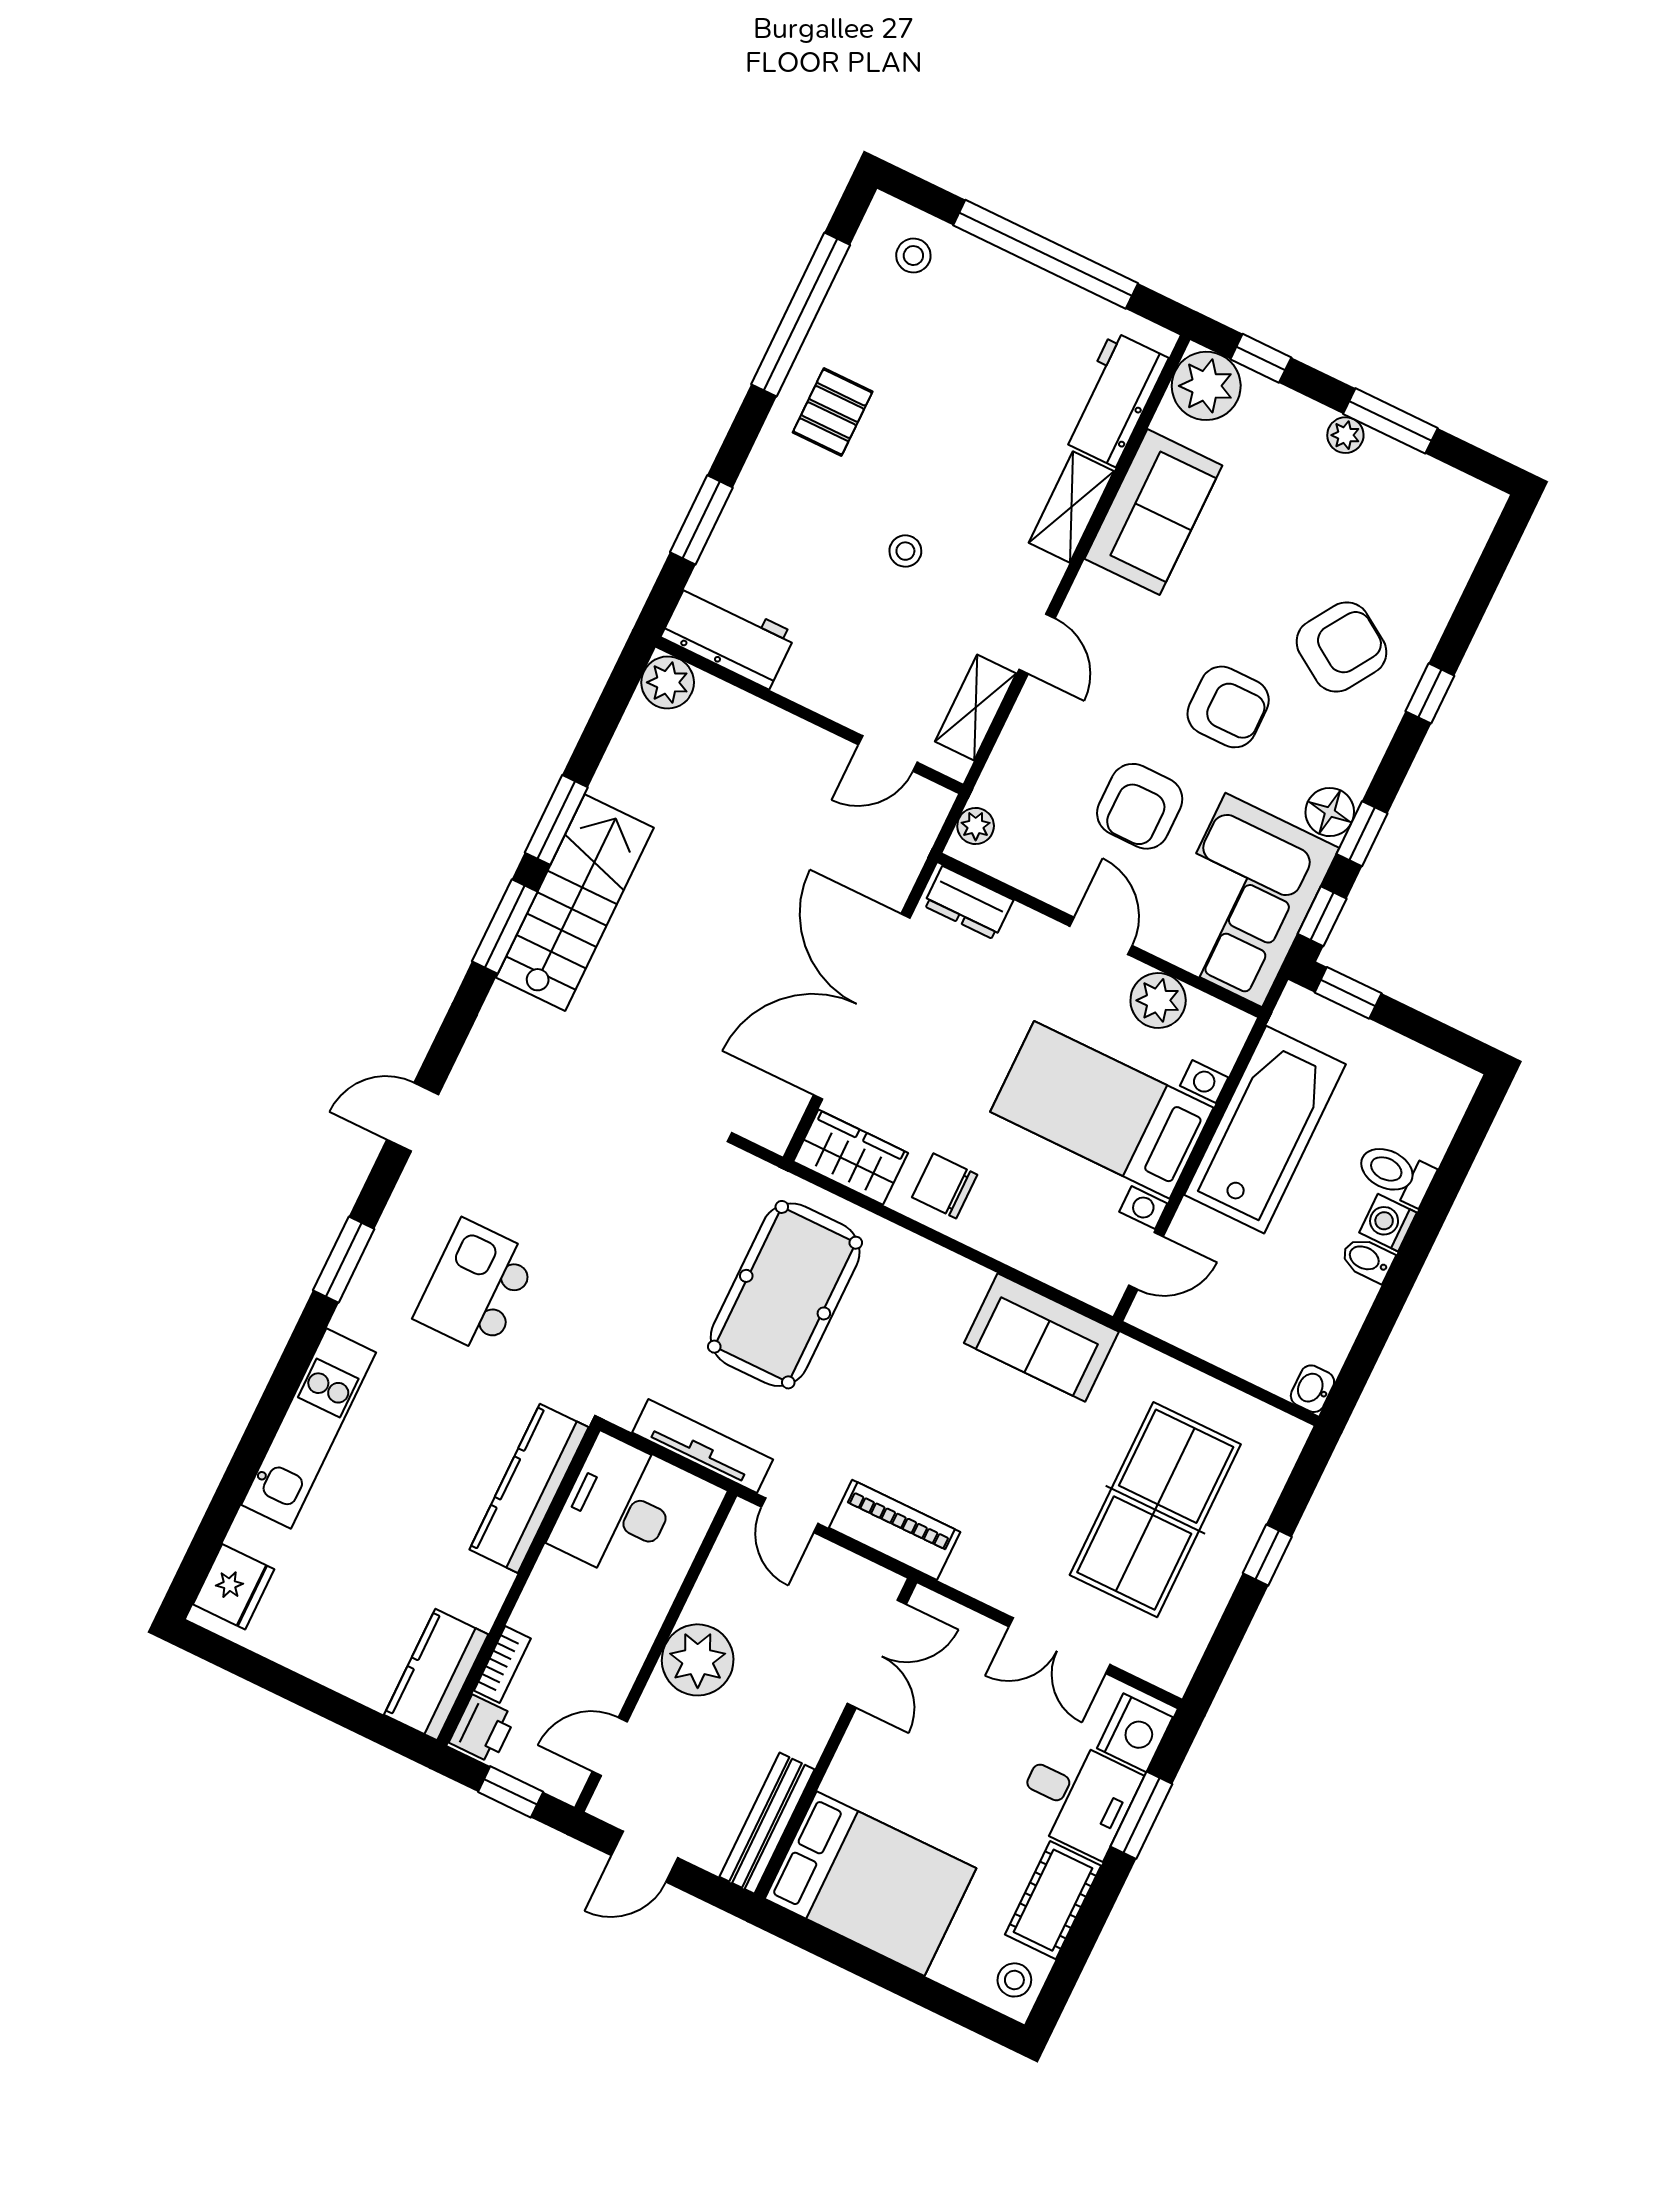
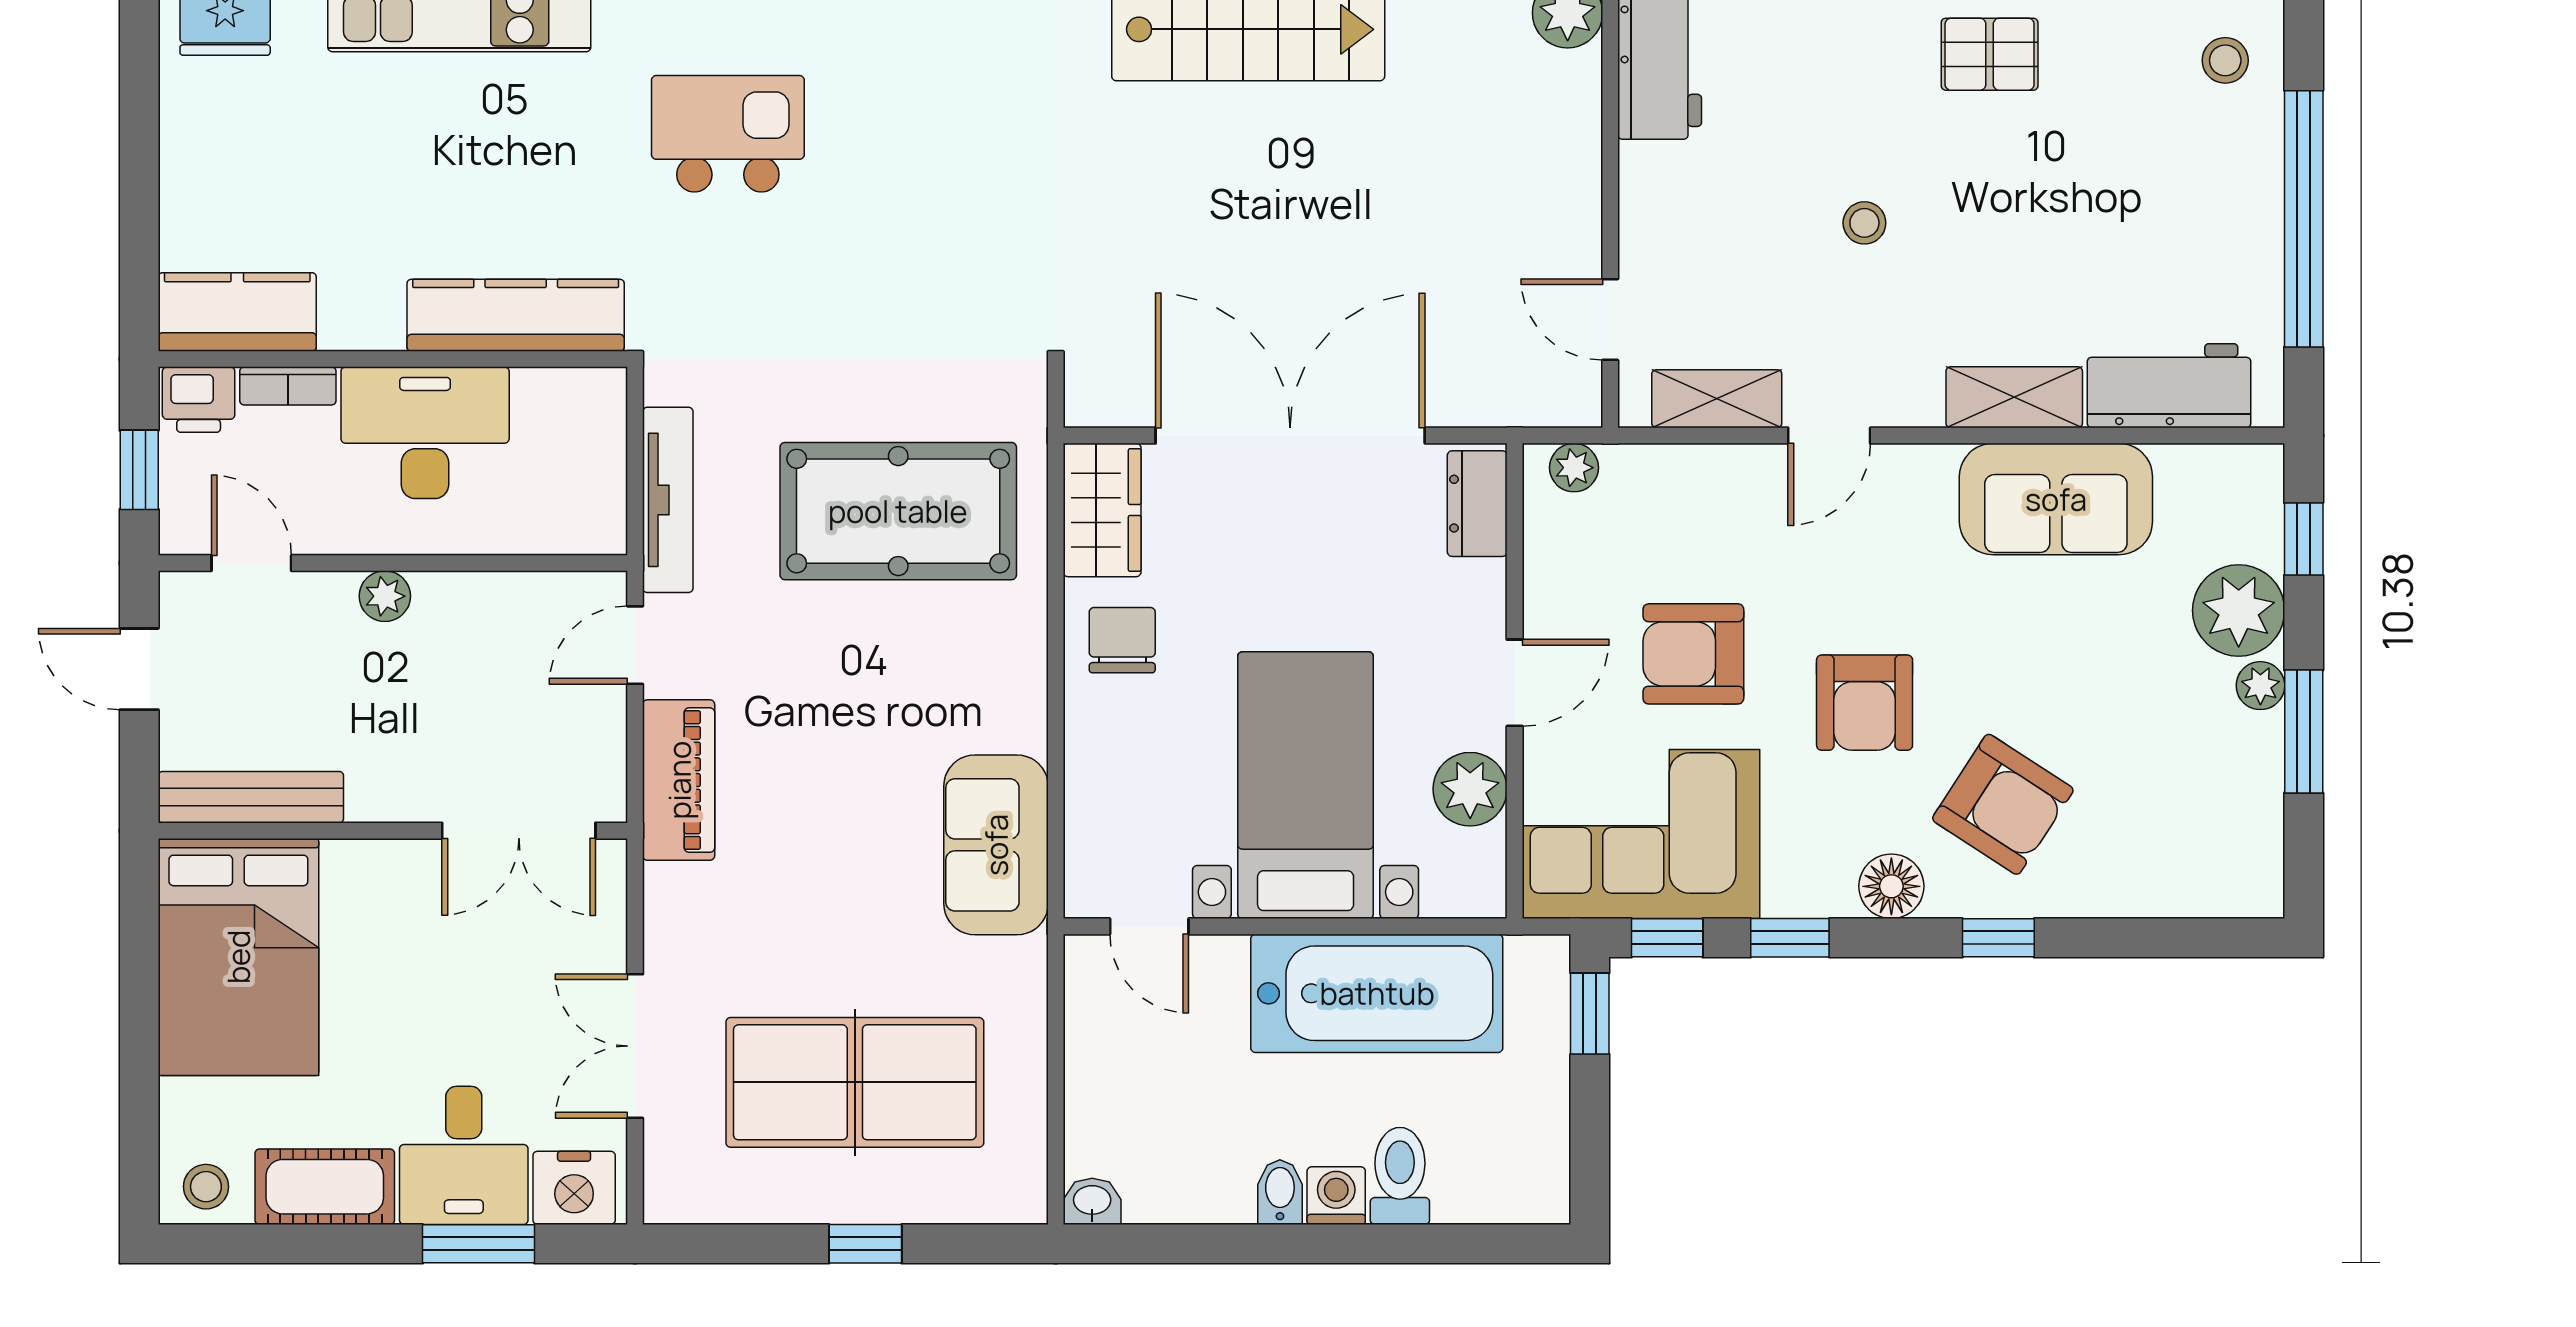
plant: (1206, 386) -> (2239, 610), moved
floor lamp: (1330, 812) -> (1891, 886), moved
desk: (617, 1508) -> (425, 433), moved
plant: (698, 1660) -> (385, 596), width x0.53, depth x0.53

